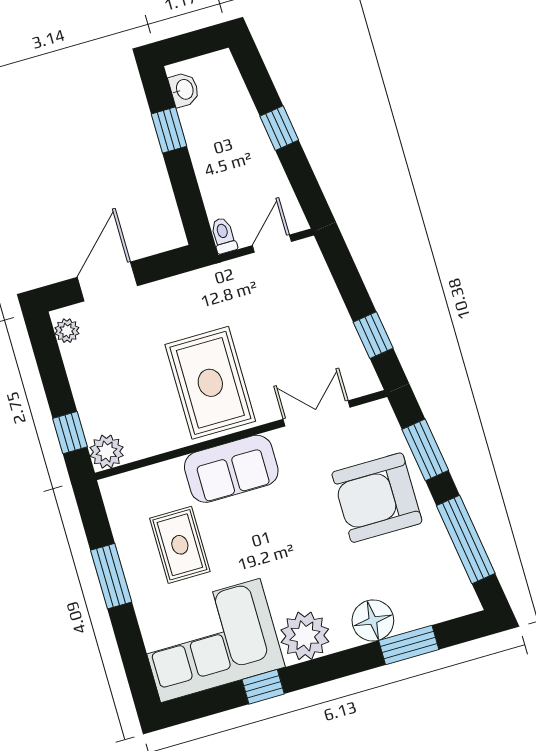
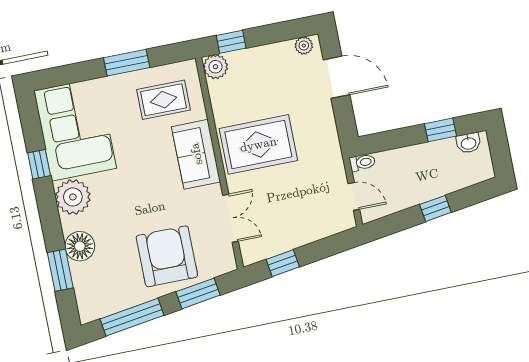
rug: (180, 545) -> (164, 100), moved

